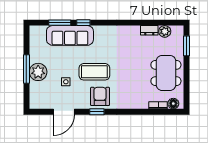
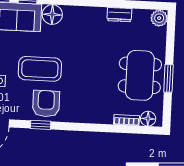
plant: (165, 31) -> (159, 18), moved
floor lamp: (101, 33) -> (52, 15), added
window: (187, 46) -> (169, 78), moved

